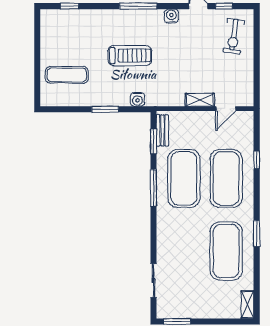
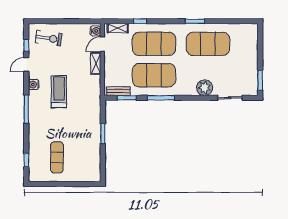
treadmill: (130, 56) -> (59, 92), moved
exercise mat: (67, 75) -> (57, 157), moved
water cooler: (138, 99) -> (95, 31), moved
door: (226, 109) -> (102, 44), swing flipped
plant: (167, 247) -> (205, 88), added
shelving: (247, 305) -> (118, 28), moved

